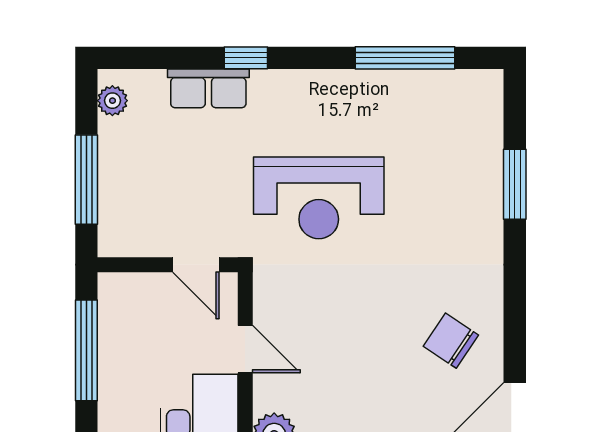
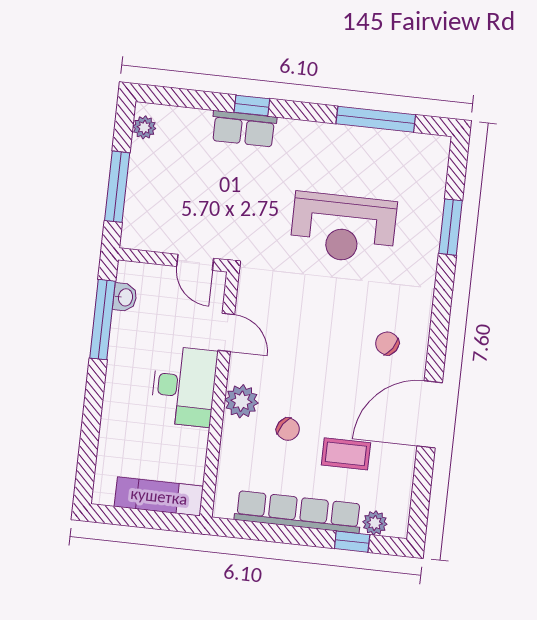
row of seats: (208, 88) -> (244, 129), moved
reception desk: (319, 198) -> (343, 228), moved
washbasin: (112, 319) -> (125, 297), added
chair: (451, 341) -> (387, 343), width x0.73, depth x0.73

